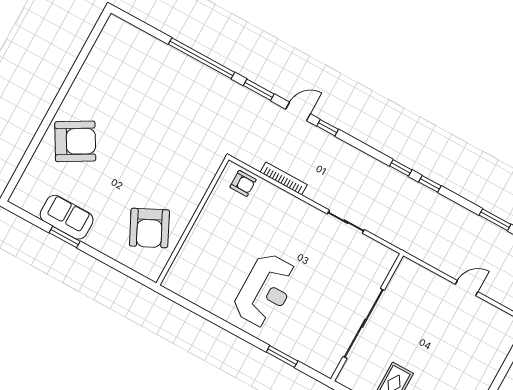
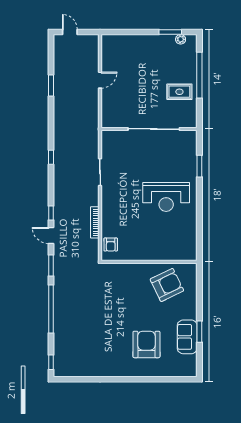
armchair: (75, 141) -> (146, 344), moved, turned 30
armchair: (243, 183) -> (111, 245), turned 180
window: (430, 184) -> (51, 362), moved
door: (467, 288) -> (100, 80), swing flipped
reception desk: (266, 291) -> (166, 197), turned 180

